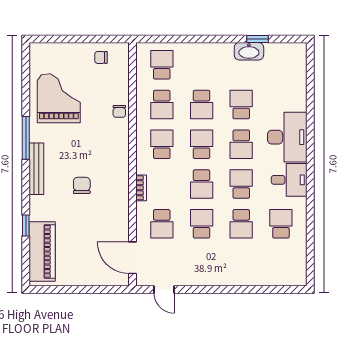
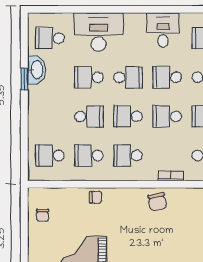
window: (257, 39) -> (24, 79), moved
school desk: (281, 65) -> (50, 38), added
school desk: (162, 105) -> (89, 155), turned 180
desk: (287, 137) -> (99, 32), moved
school desk: (202, 184) -> (167, 116), turned 180
chair: (82, 185) -> (157, 202), moved, turned -101

